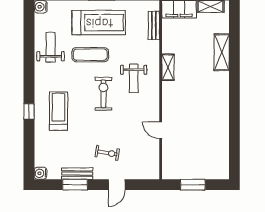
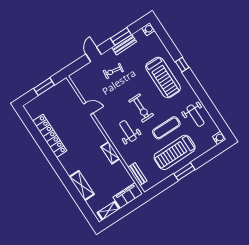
treadmill: (58, 111) -> (163, 77), width x1.37, depth x1.38
locker: (221, 128) -> (50, 136), added

